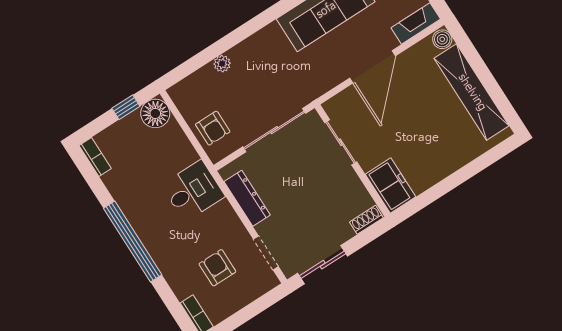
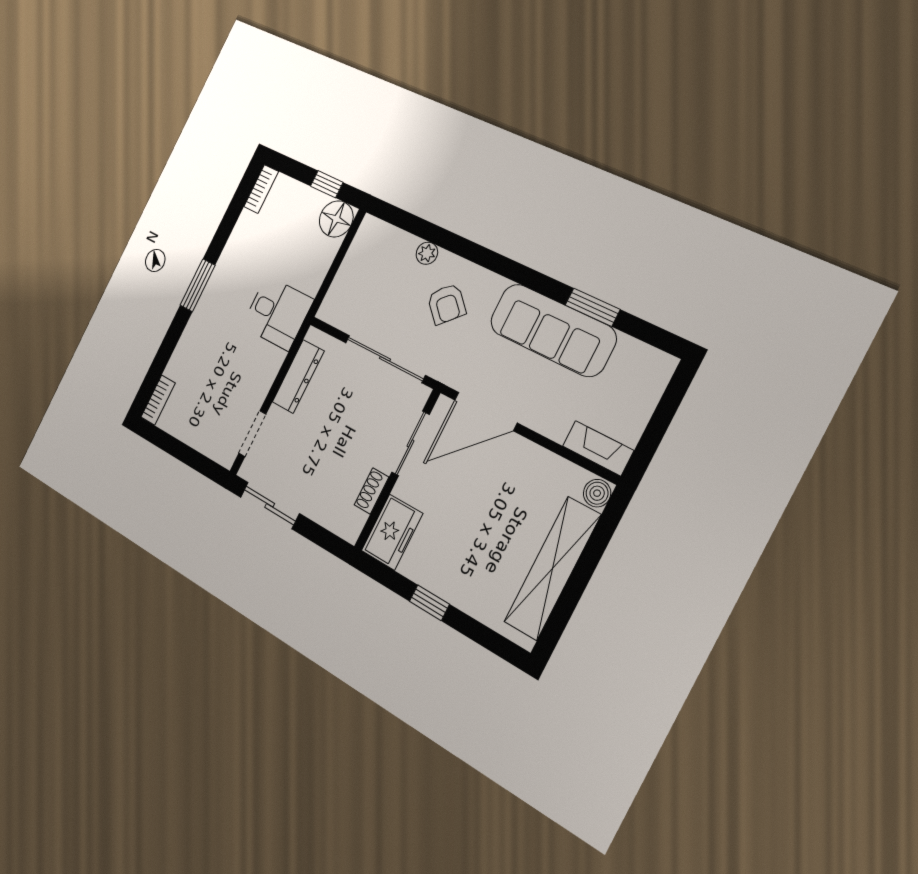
door: (372, 67) -> (486, 411), moved
armchair: (213, 128) -> (447, 304), moved, turned -45
window: (449, 184) -> (429, 603), added
shoe rack: (366, 220) -> (372, 491), moved, turned -90
window: (133, 242) -> (198, 285), width x0.47
armchair: (217, 268) -> (213, 391), removed

